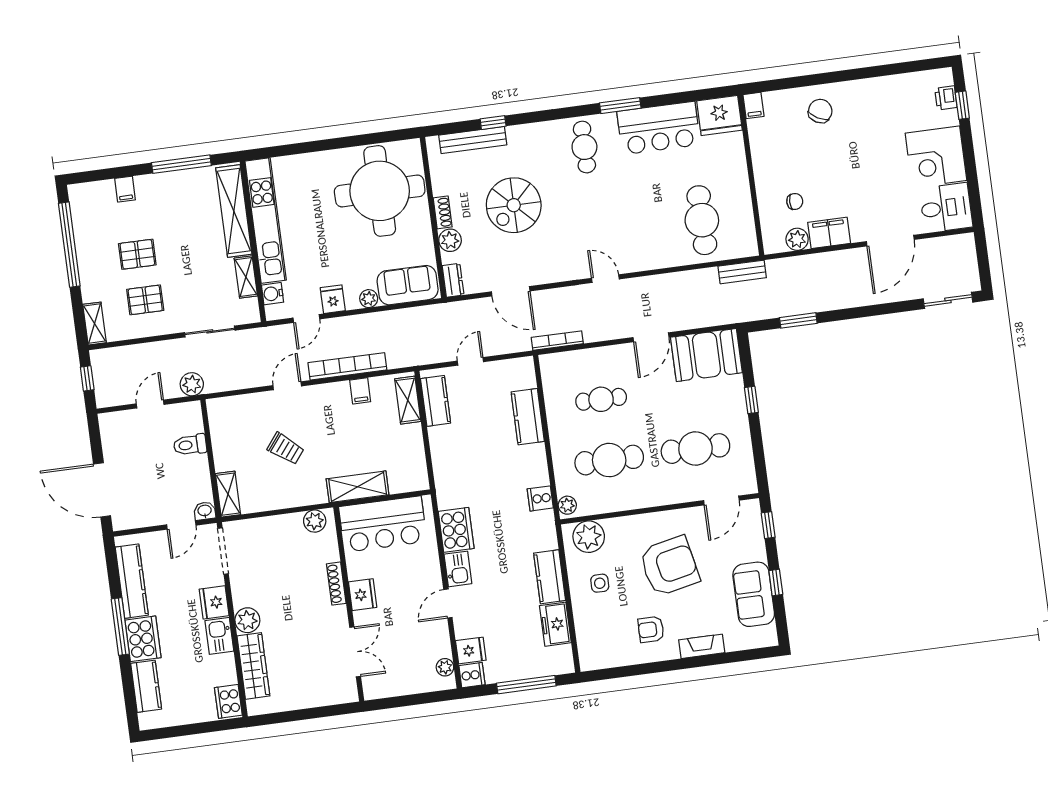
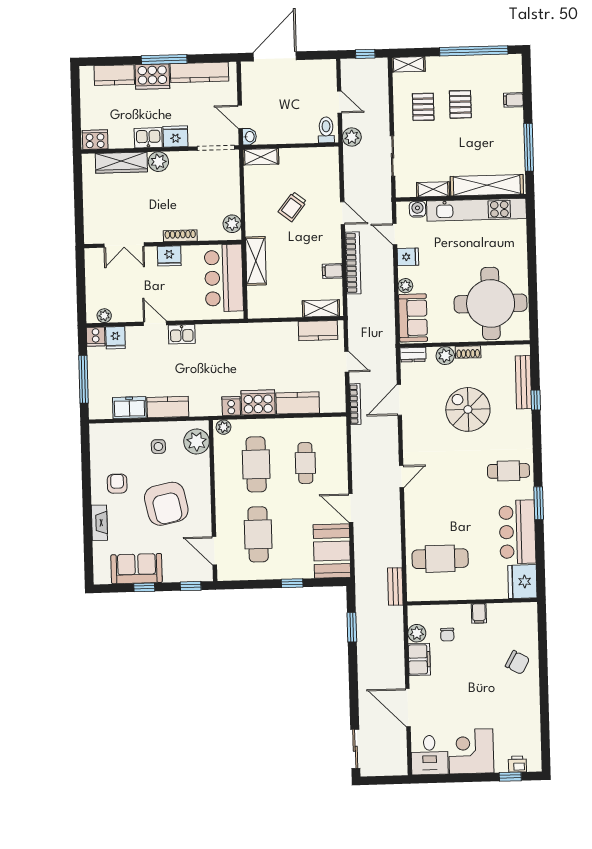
filing cabinet: (753, 105) -> (479, 613), moved, turned -90
bookcase: (557, 341) -> (355, 404), moved
toilet: (190, 445) -> (326, 130), moved
cooker: (456, 530) -> (258, 402), moved, turned 180

